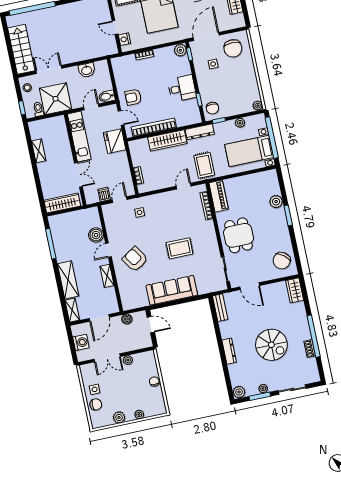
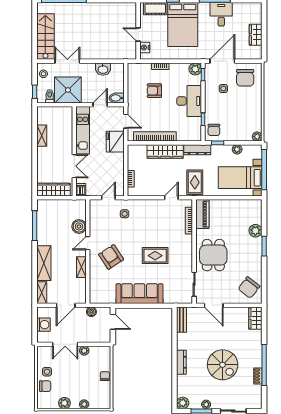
desk: (182, 88) -> (189, 101), width x1.37
armchair: (133, 97) -> (154, 91), moved
dishwasher: (104, 194) -> (81, 190), moved

